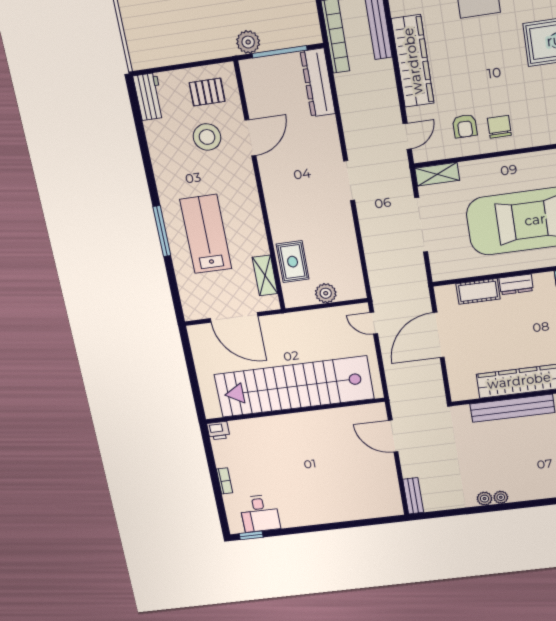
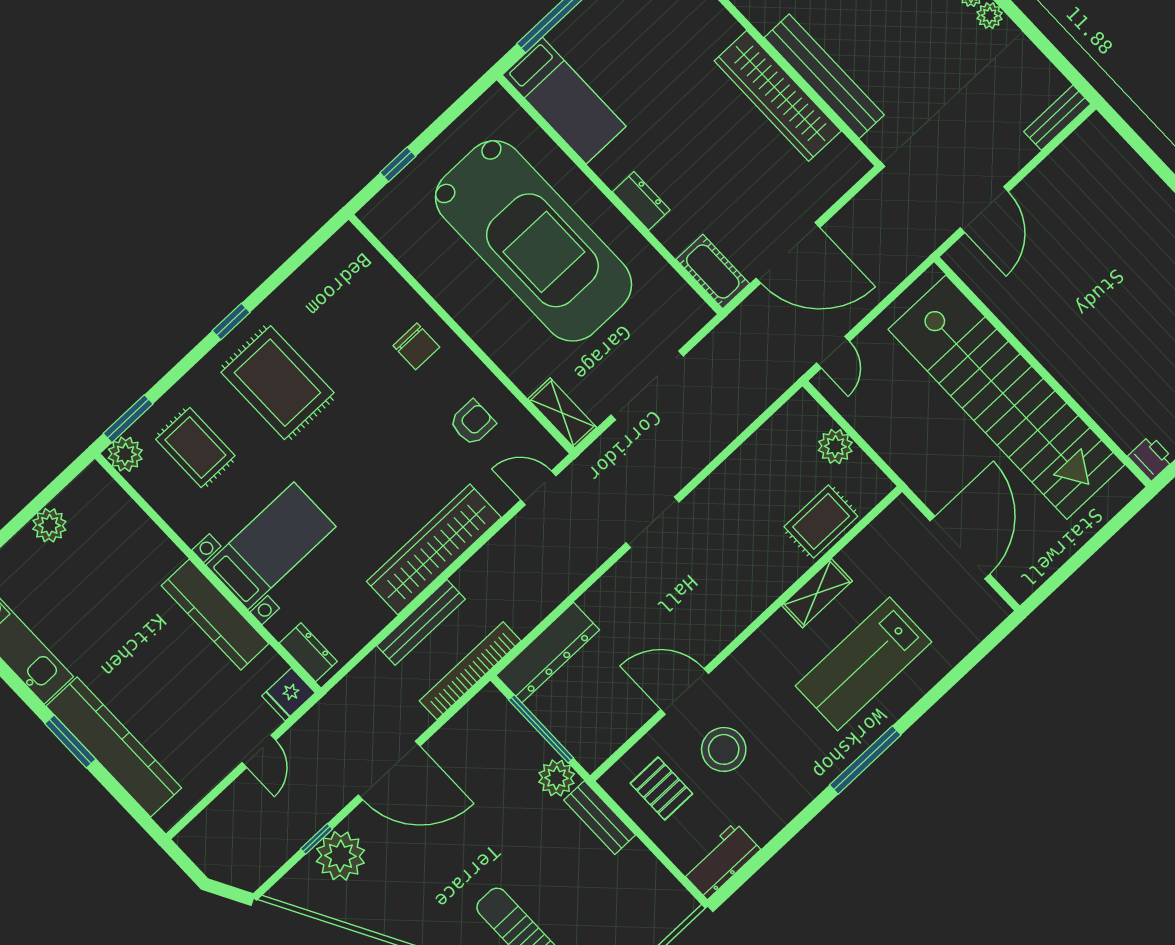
bench: (212, 50) -> (600, 818), added
chair: (499, 127) -> (416, 346), moved, turned -90
window: (162, 231) -> (865, 760), moved
shelving: (265, 275) -> (817, 593), moved
cot: (478, 291) -> (713, 271), moved

